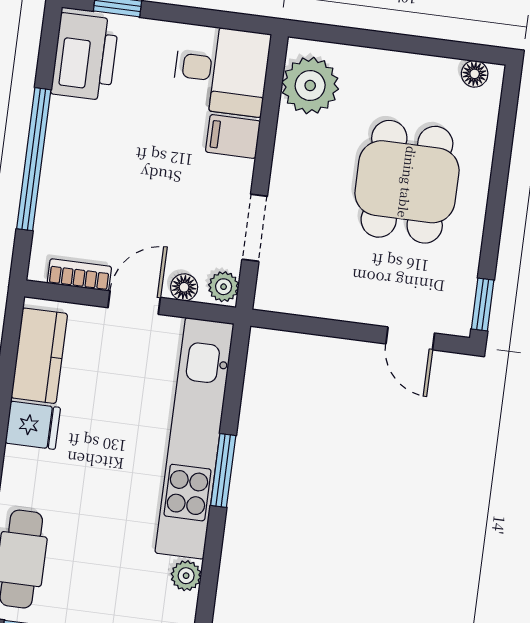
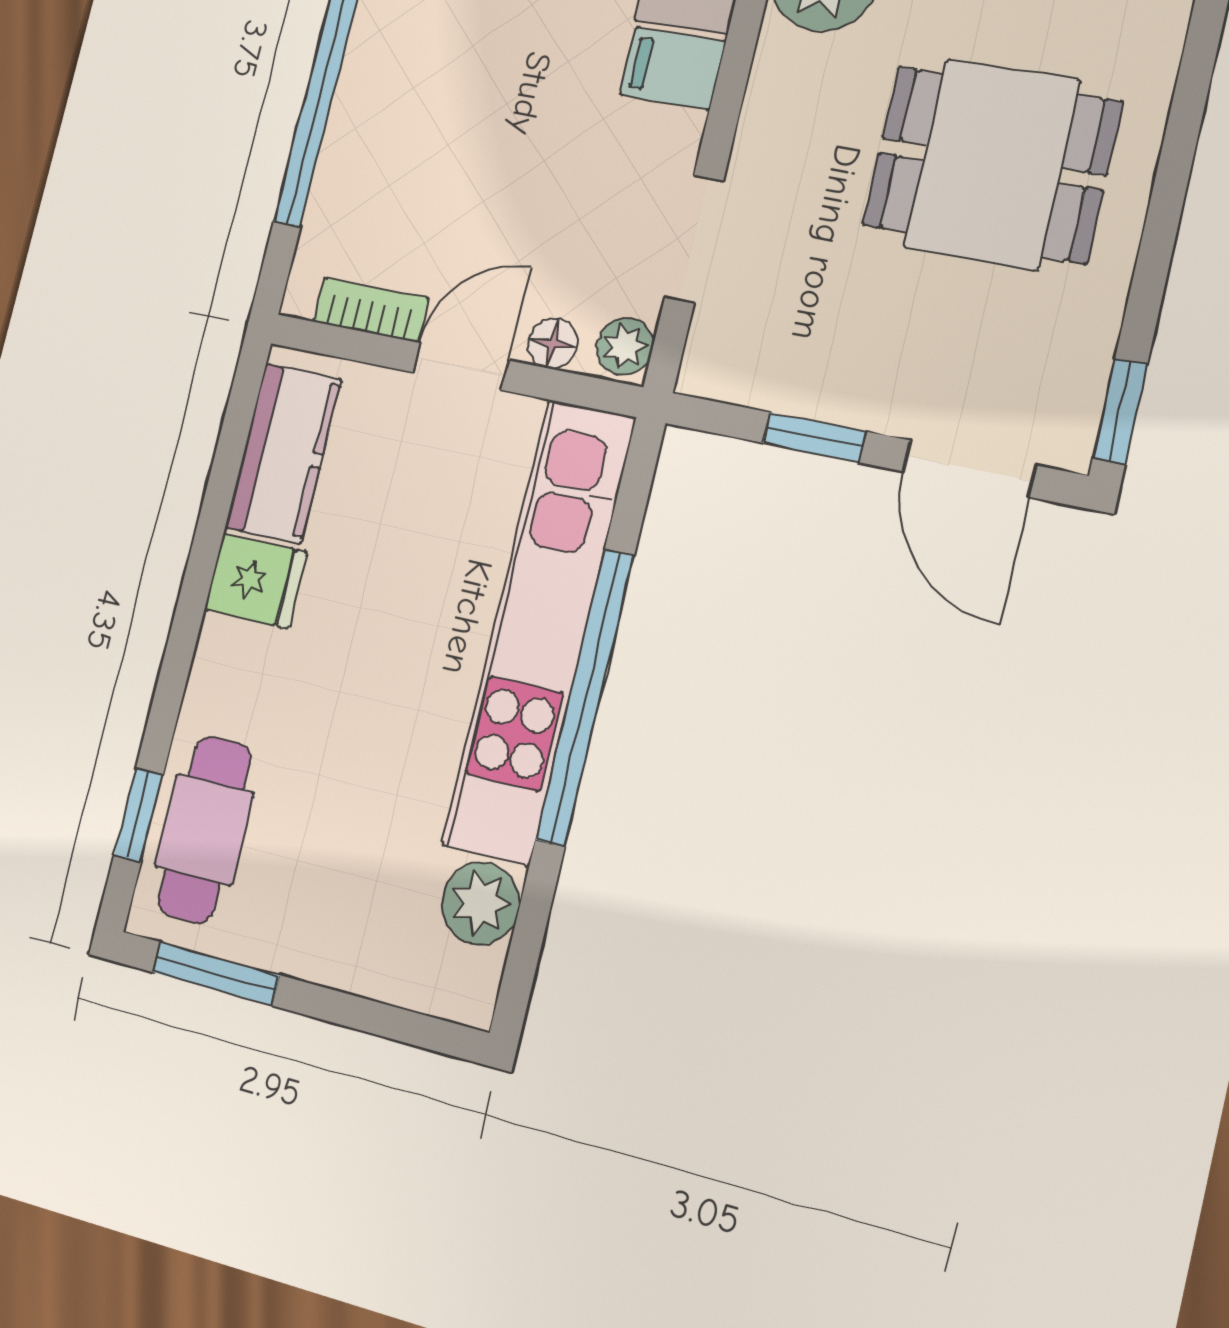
dining table: (407, 182) -> (992, 164), turned 90
window: (329, 328) -> (814, 437), added
door: (410, 338) -> (969, 468), width x1.38
window: (223, 470) -> (585, 697), width x2.11
plant: (186, 576) -> (481, 903), width x1.38, depth x1.38

